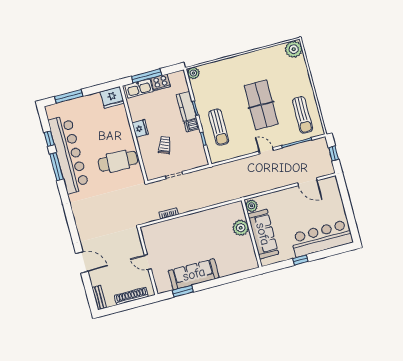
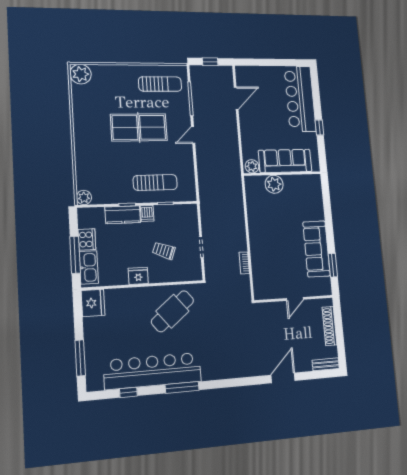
cafe table: (118, 161) -> (173, 311), turned 49
window: (57, 167) -> (182, 387), moved

